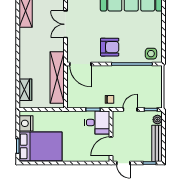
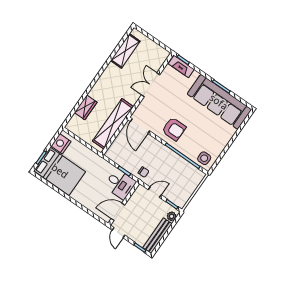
wardrobe: (25, 90) -> (86, 107), moved

